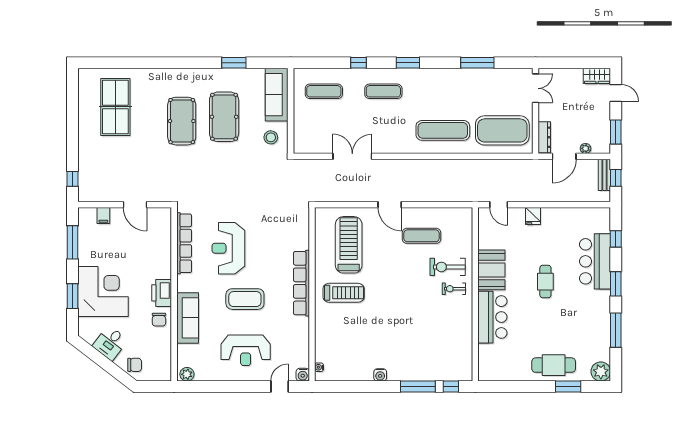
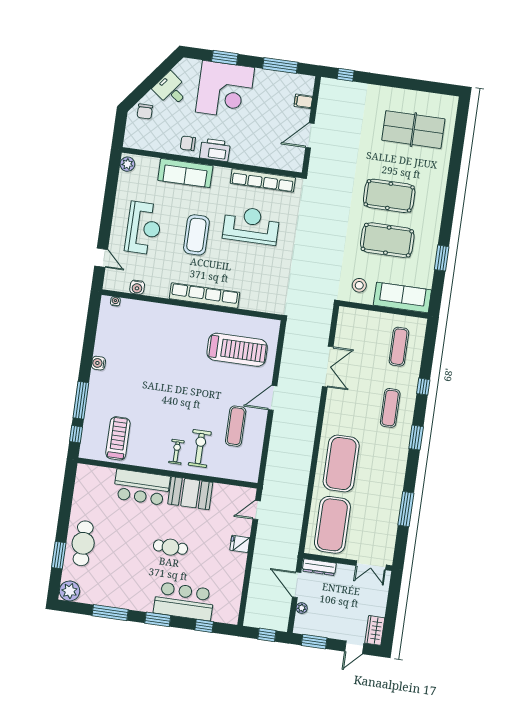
exercise mat: (443, 130) -> (341, 464), width x1.47
bench: (604, 175) -> (272, 624), removed
treadmill: (344, 293) -> (118, 438), moved, turned 180
reception desk: (246, 350) -> (144, 228), turned 180
water cooler: (303, 375) -> (137, 287), moved, turned -90

